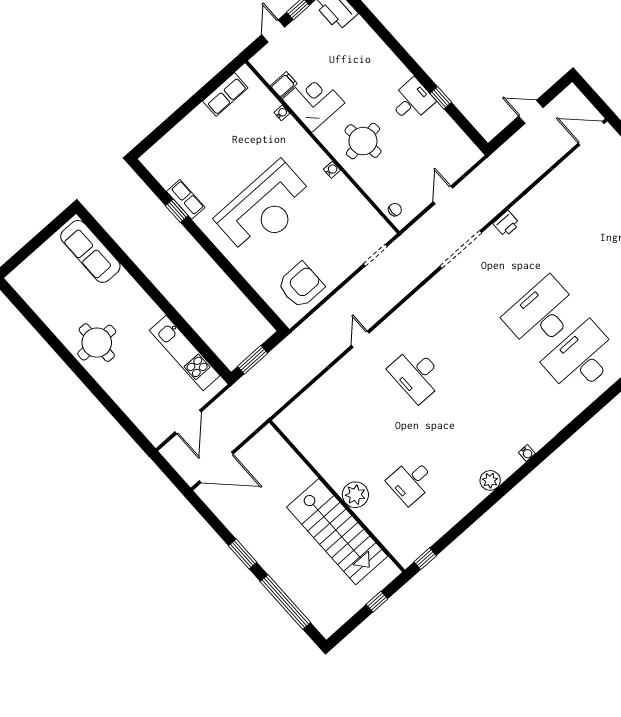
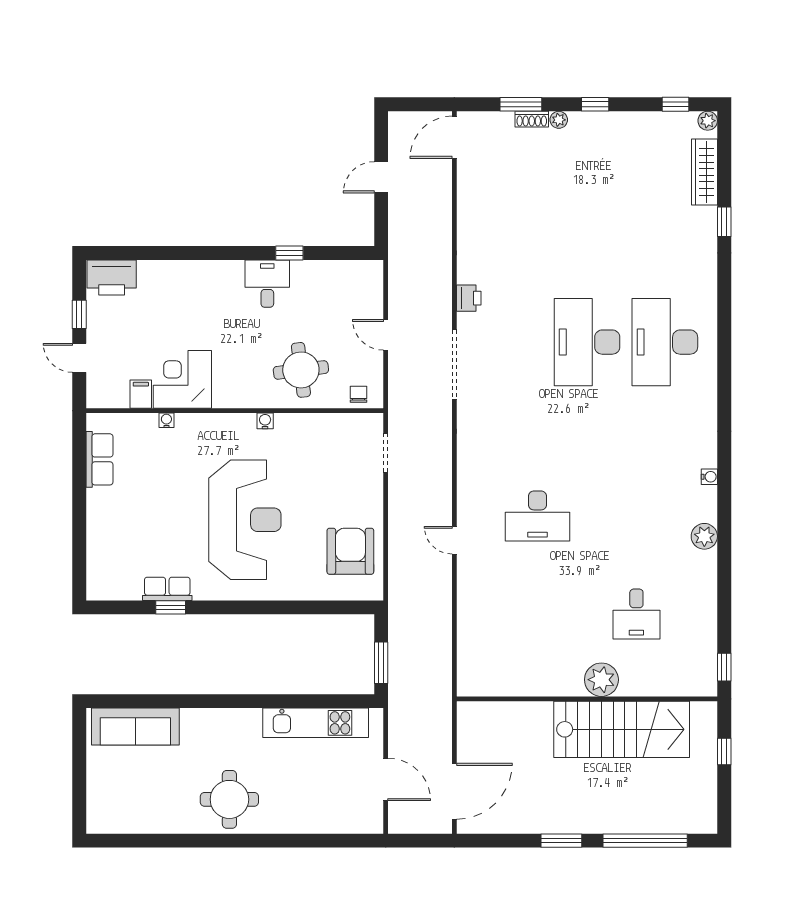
round table: (363, 141) -> (301, 370), moved

